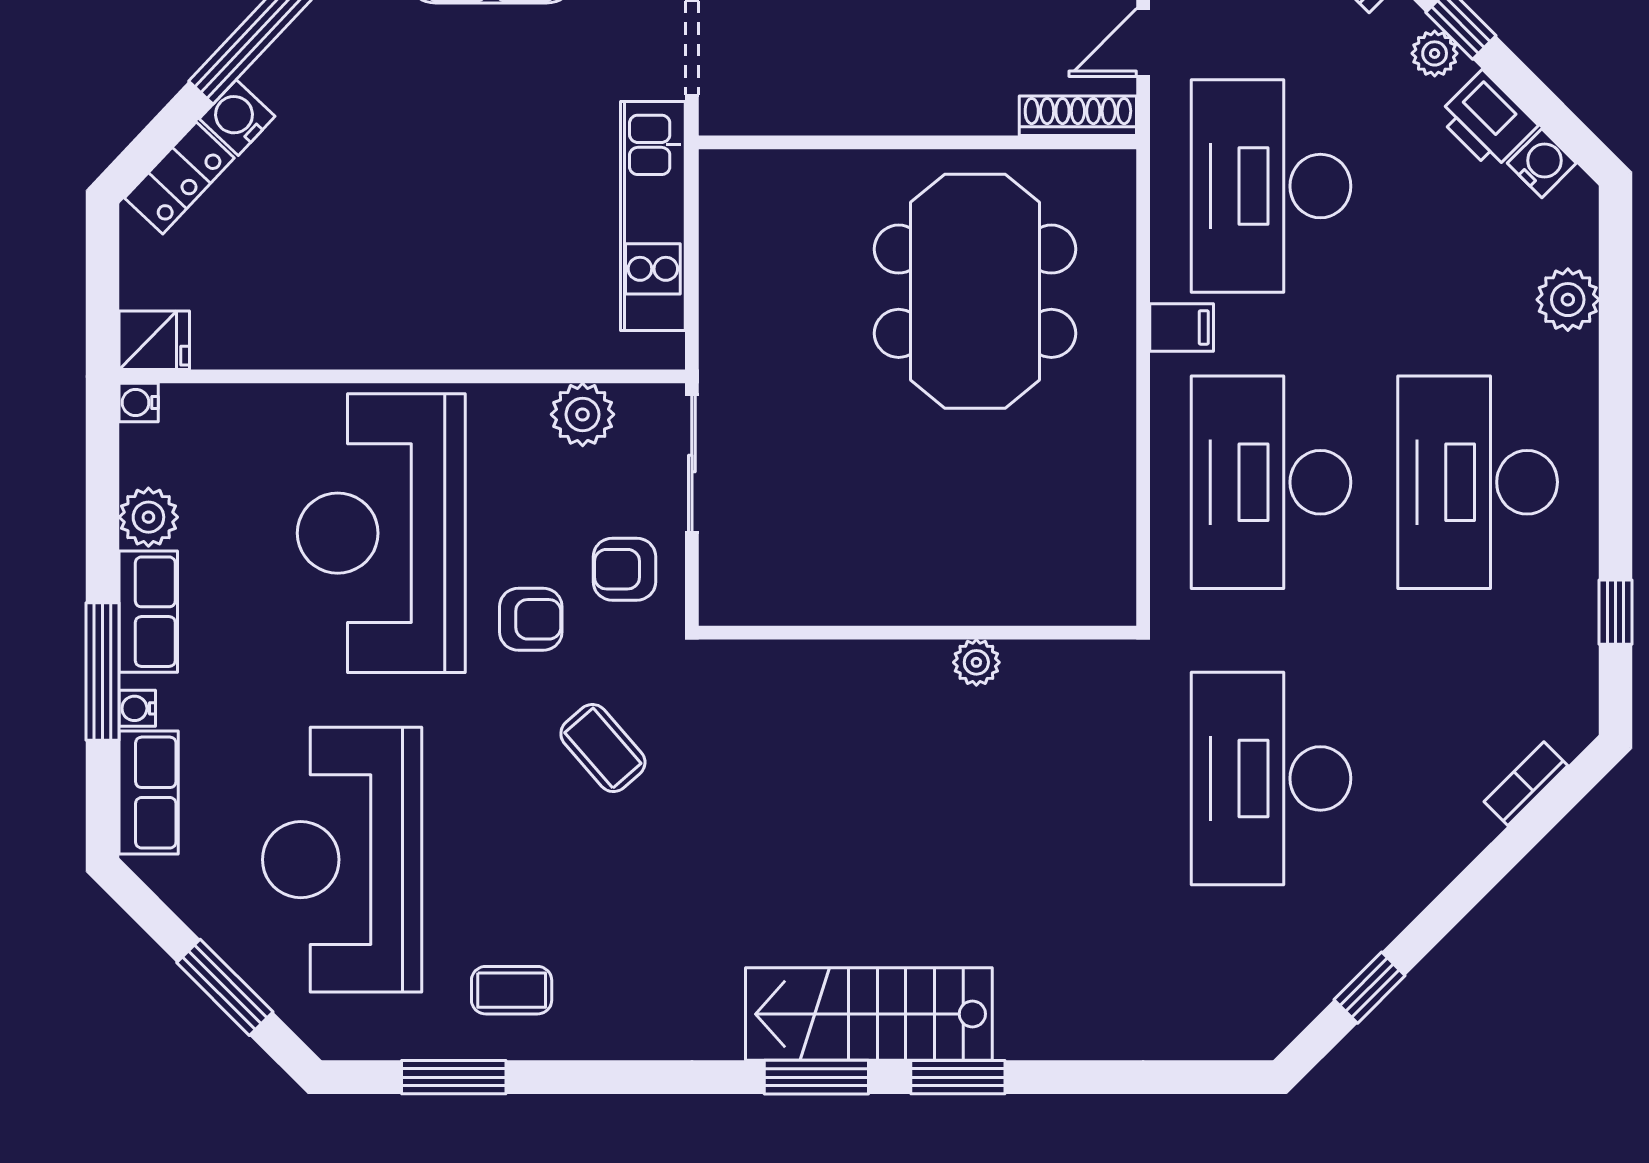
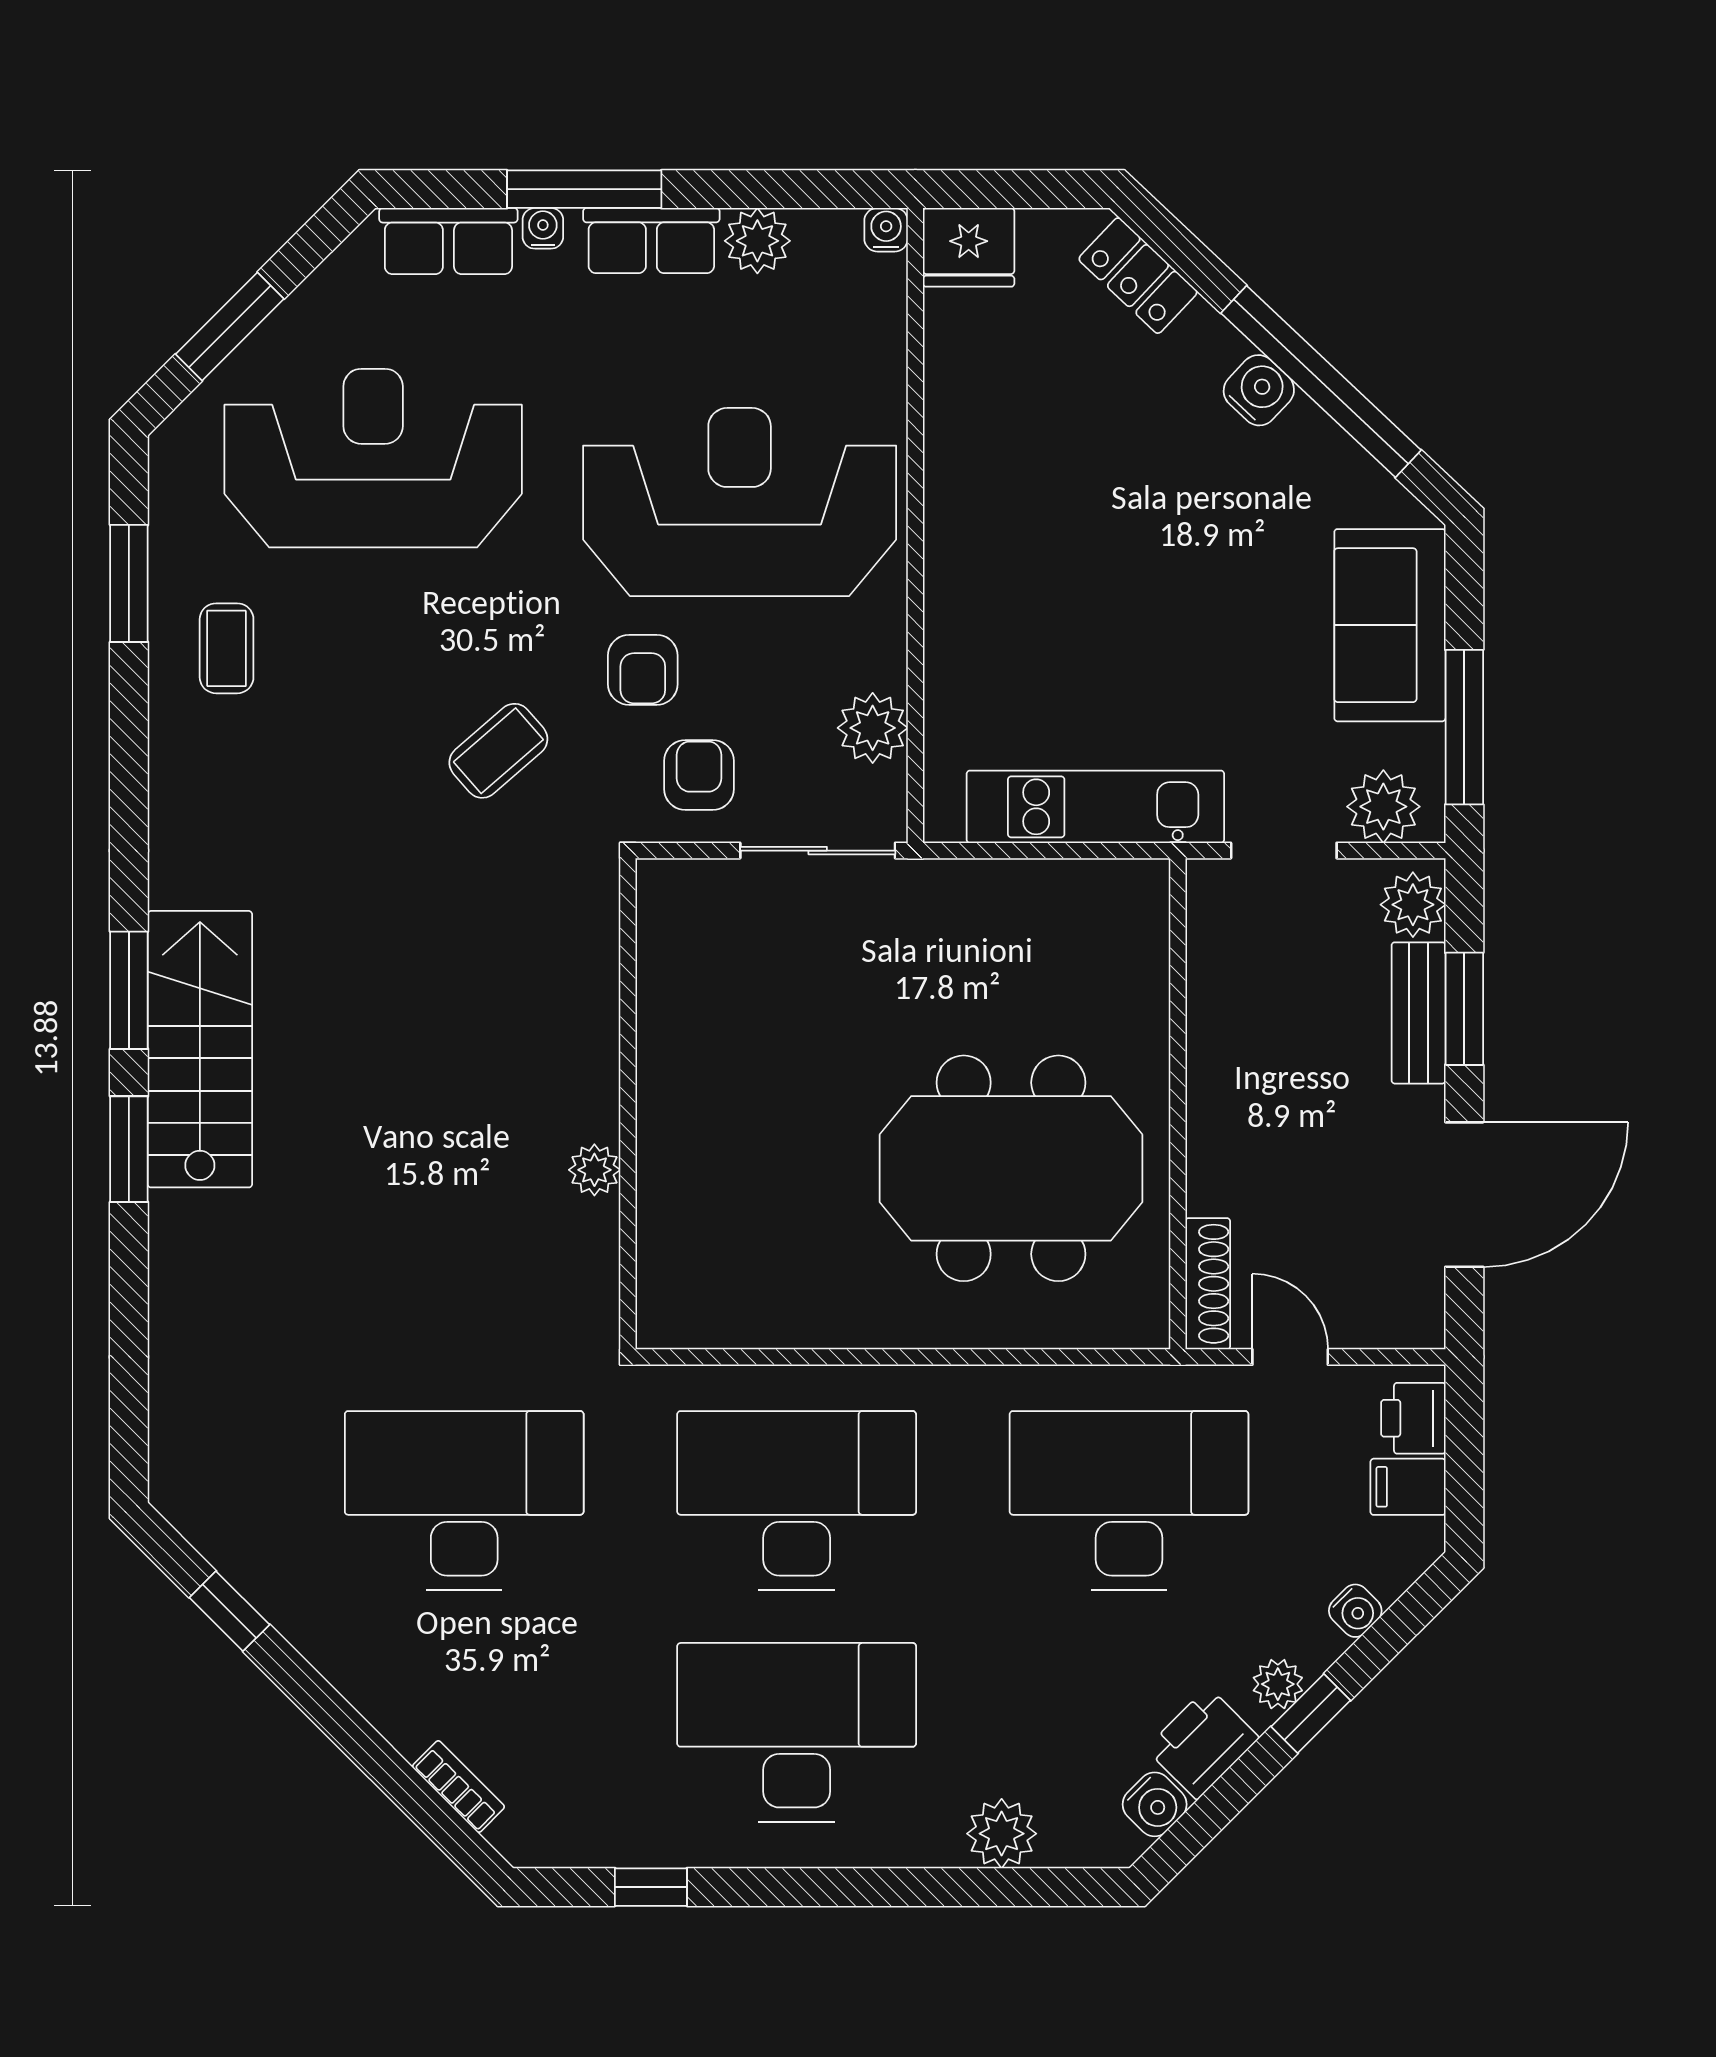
water cooler: (237, 118) -> (1259, 390), moved
filing cabinet: (1182, 327) -> (970, 1400), removed
fridge: (154, 340) -> (969, 247), width x1.38

